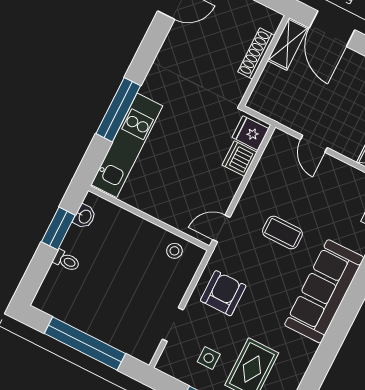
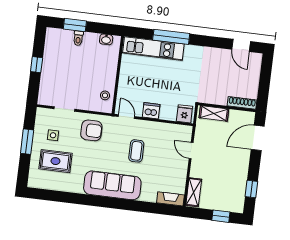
shelving: (288, 44) -> (214, 113), moved
shoe rack: (256, 54) -> (242, 103), moved
door: (314, 144) -> (191, 151), hinge flipped
dishwasher: (240, 159) -> (151, 111), moved
window: (58, 229) -> (75, 25), moved
window: (85, 344) -> (37, 65), width x0.32

